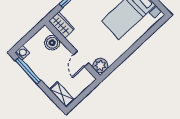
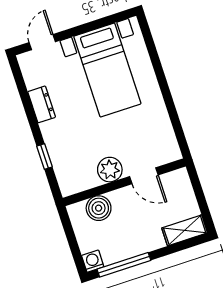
wardrobe: (62, 25) -> (78, 181), removed
plant: (100, 65) -> (110, 170), moved

